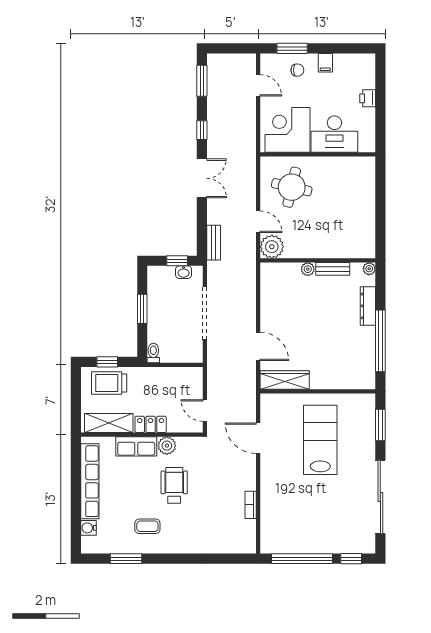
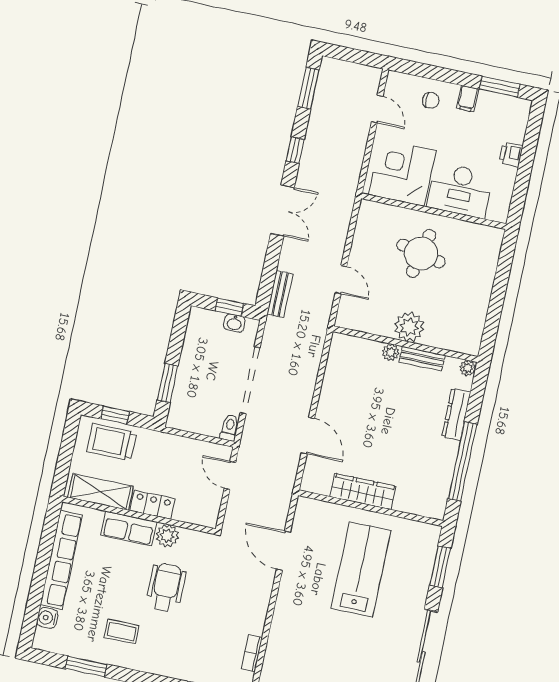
window: (292, 48) -> (500, 87), moved
round table: (292, 187) -> (421, 254), moved
plant: (272, 247) -> (409, 327), moved
window: (142, 309) -> (168, 383), moved
toilet: (153, 353) -> (229, 428), moved
wardrobe: (285, 380) -> (363, 492), moved
door: (205, 411) -> (230, 475), moved
bookcase: (251, 505) -> (252, 653), moved

